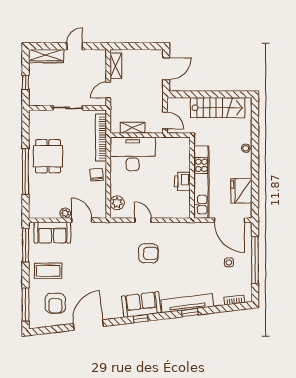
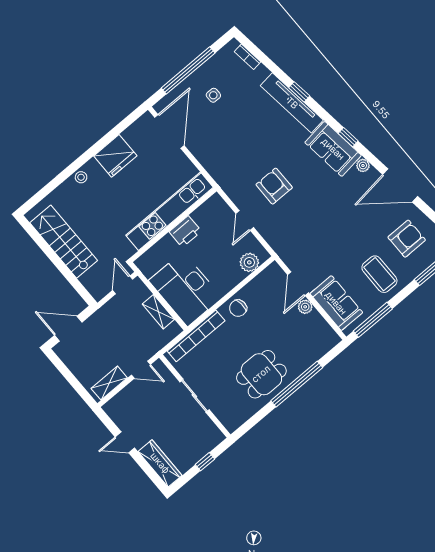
wall: (192, 178) -> (173, 225), moved
printer: (182, 181) -> (185, 232), moved
kitchen unit: (201, 182) -> (170, 211), moved
fridge: (241, 191) -> (115, 156), moved
plant: (118, 313) -> (363, 165), added

